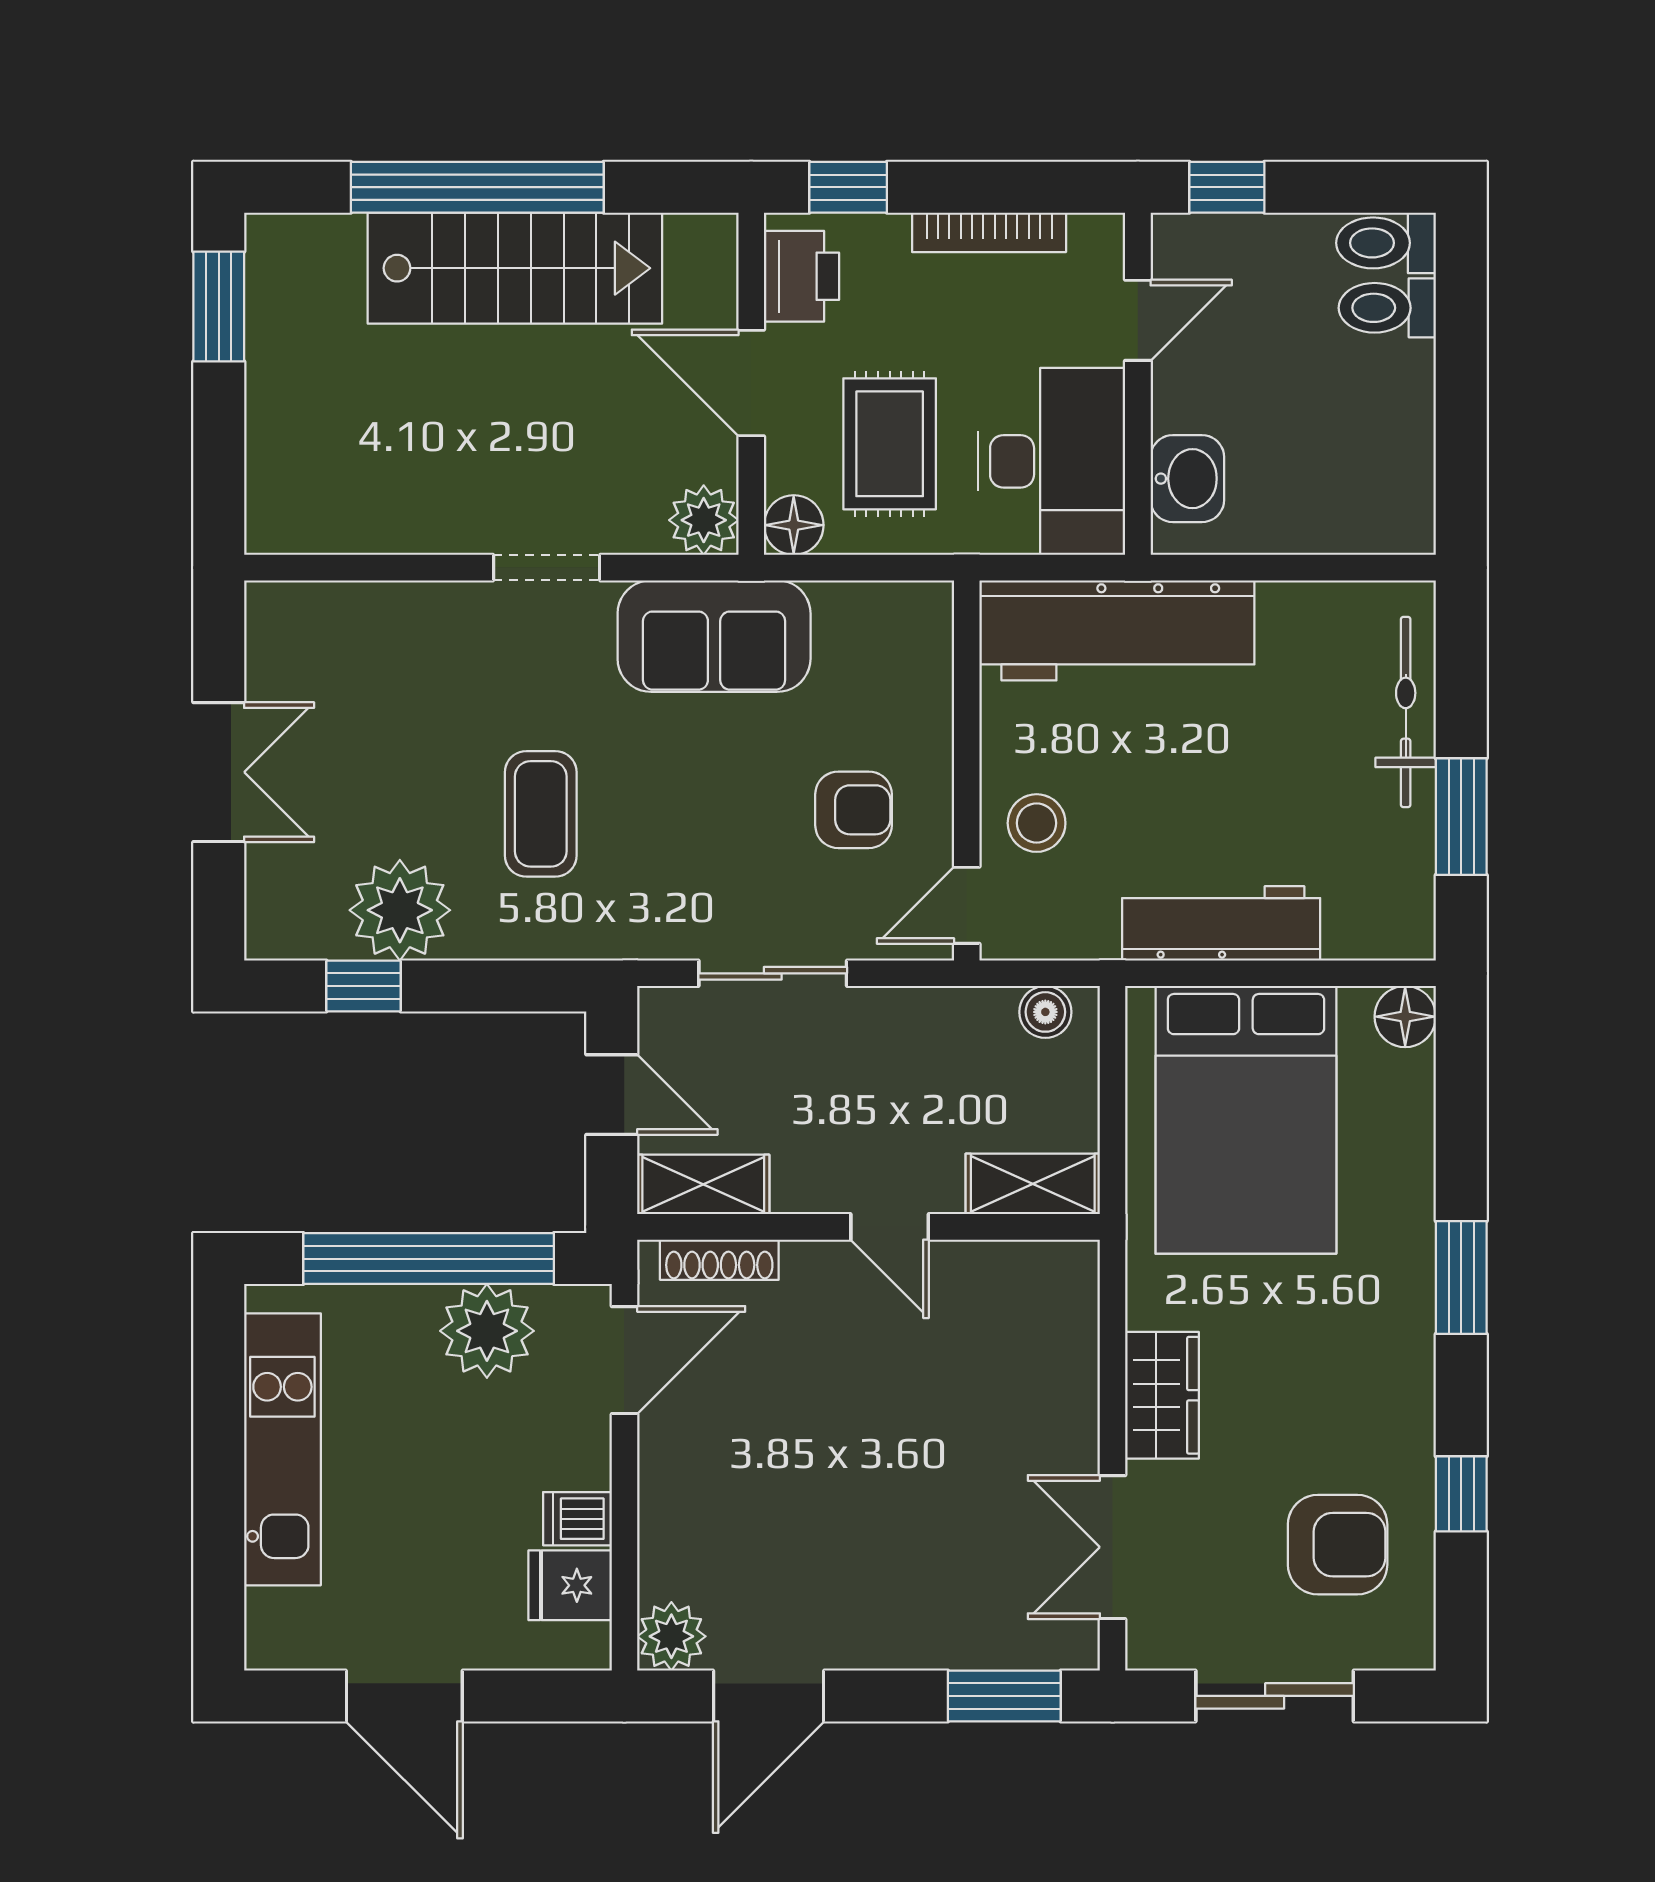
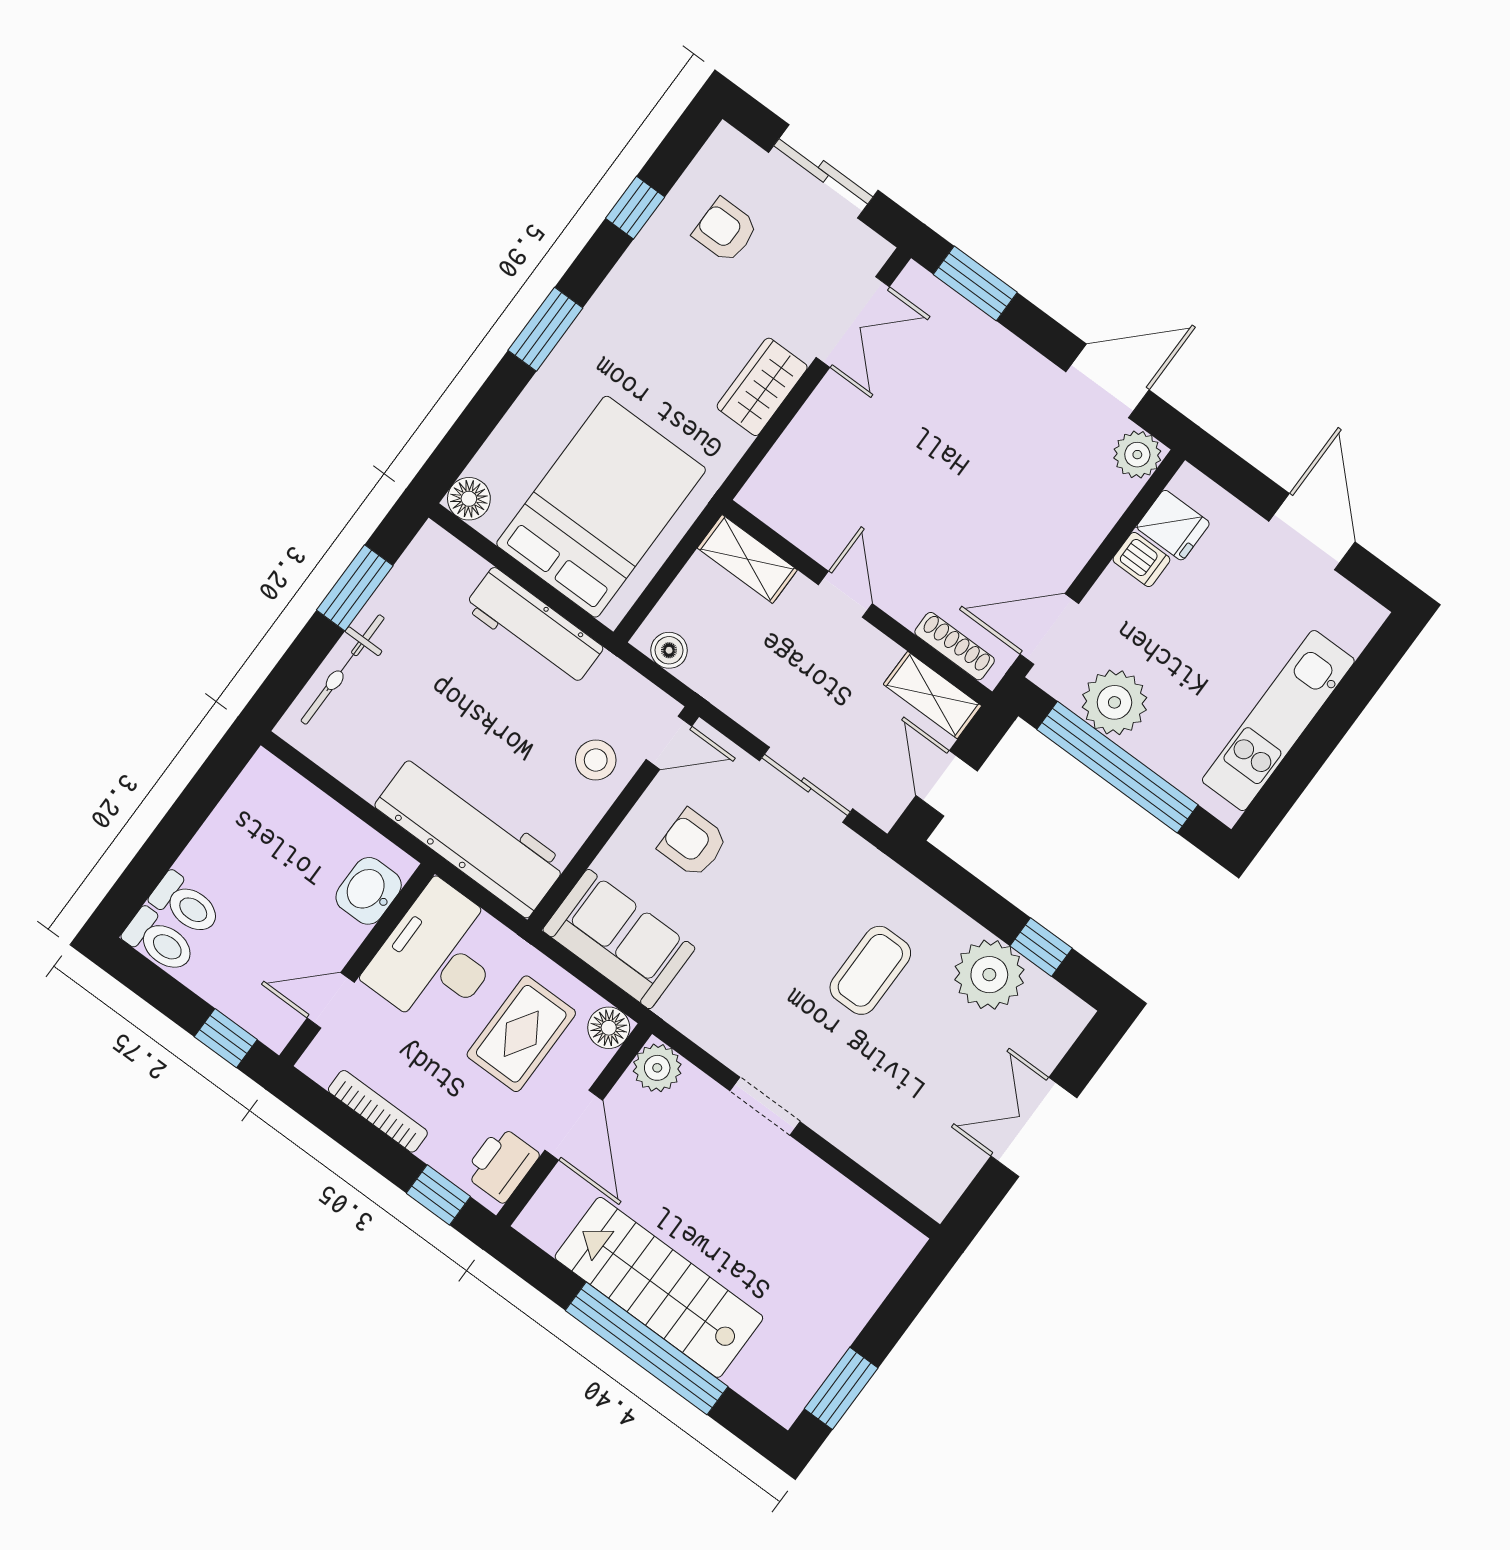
sofa: (714, 636) -> (619, 939), moved
armchair: (1338, 1545) -> (725, 230), width x0.72, depth x0.72

